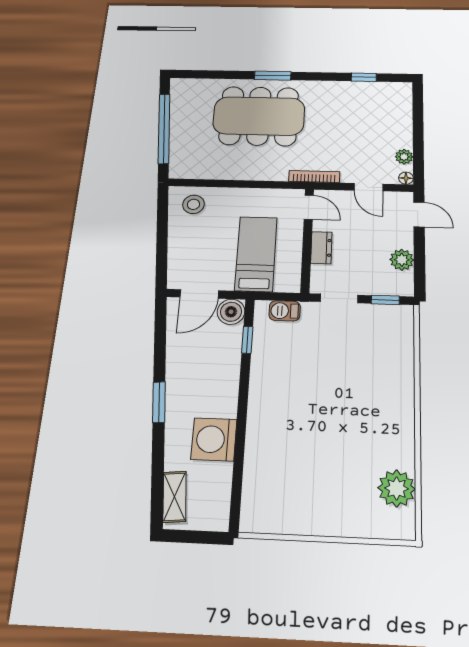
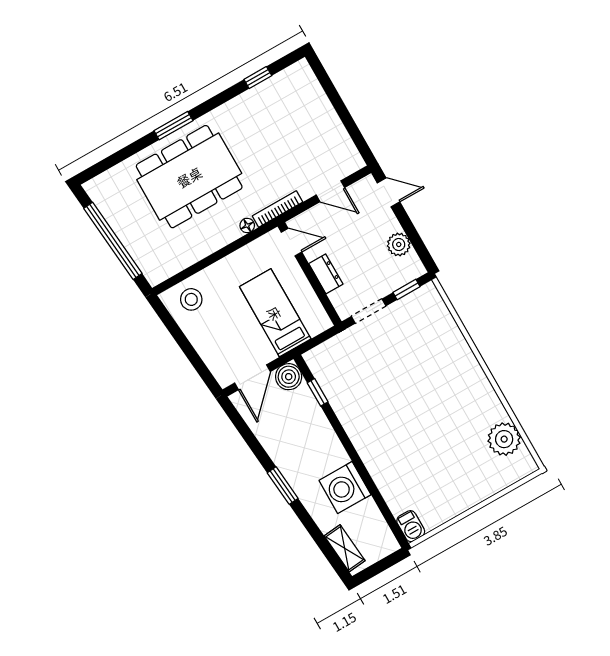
plant: (404, 157) -> (343, 142), removed
floor lamp: (406, 178) -> (247, 225), moved
barbecue: (285, 311) -> (411, 526), moved, turned -90

